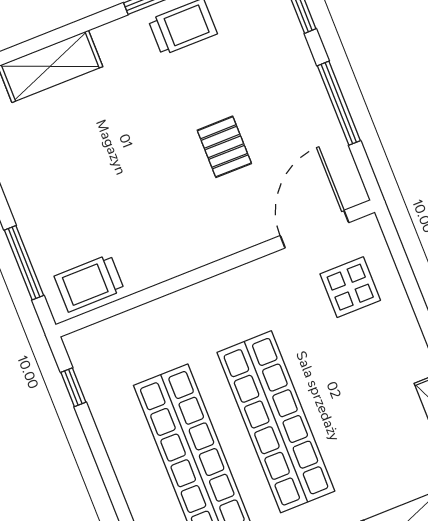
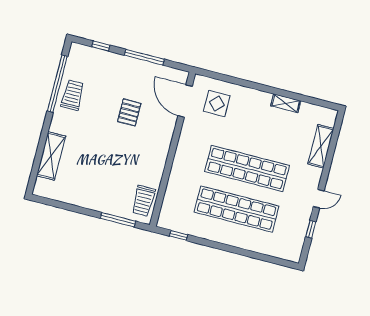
pallet: (224, 147) -> (129, 112), turned 90

